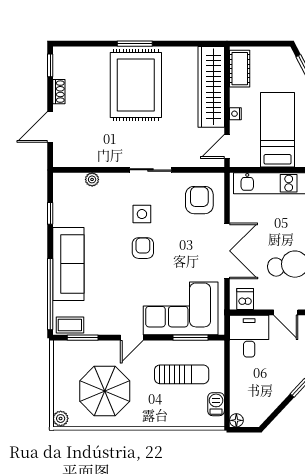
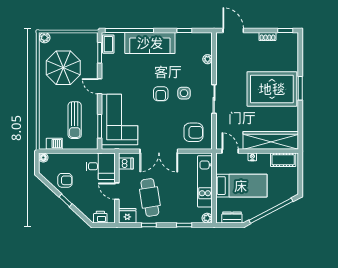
door: (50, 127) -> (233, 31), moved
armchair: (143, 248) -> (161, 94), turned 90
door: (286, 312) -> (117, 191), hinge flipped
armchair: (270, 389) -> (65, 180), added

